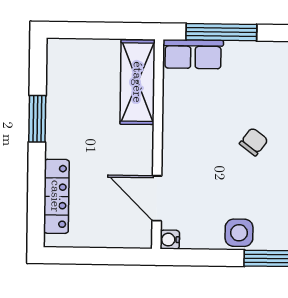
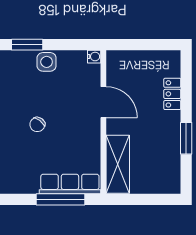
row of seats: (193, 54) -> (70, 184), width x1.48
locker: (56, 196) -> (172, 94), width x0.66
door: (157, 198) -> (103, 102), moved

